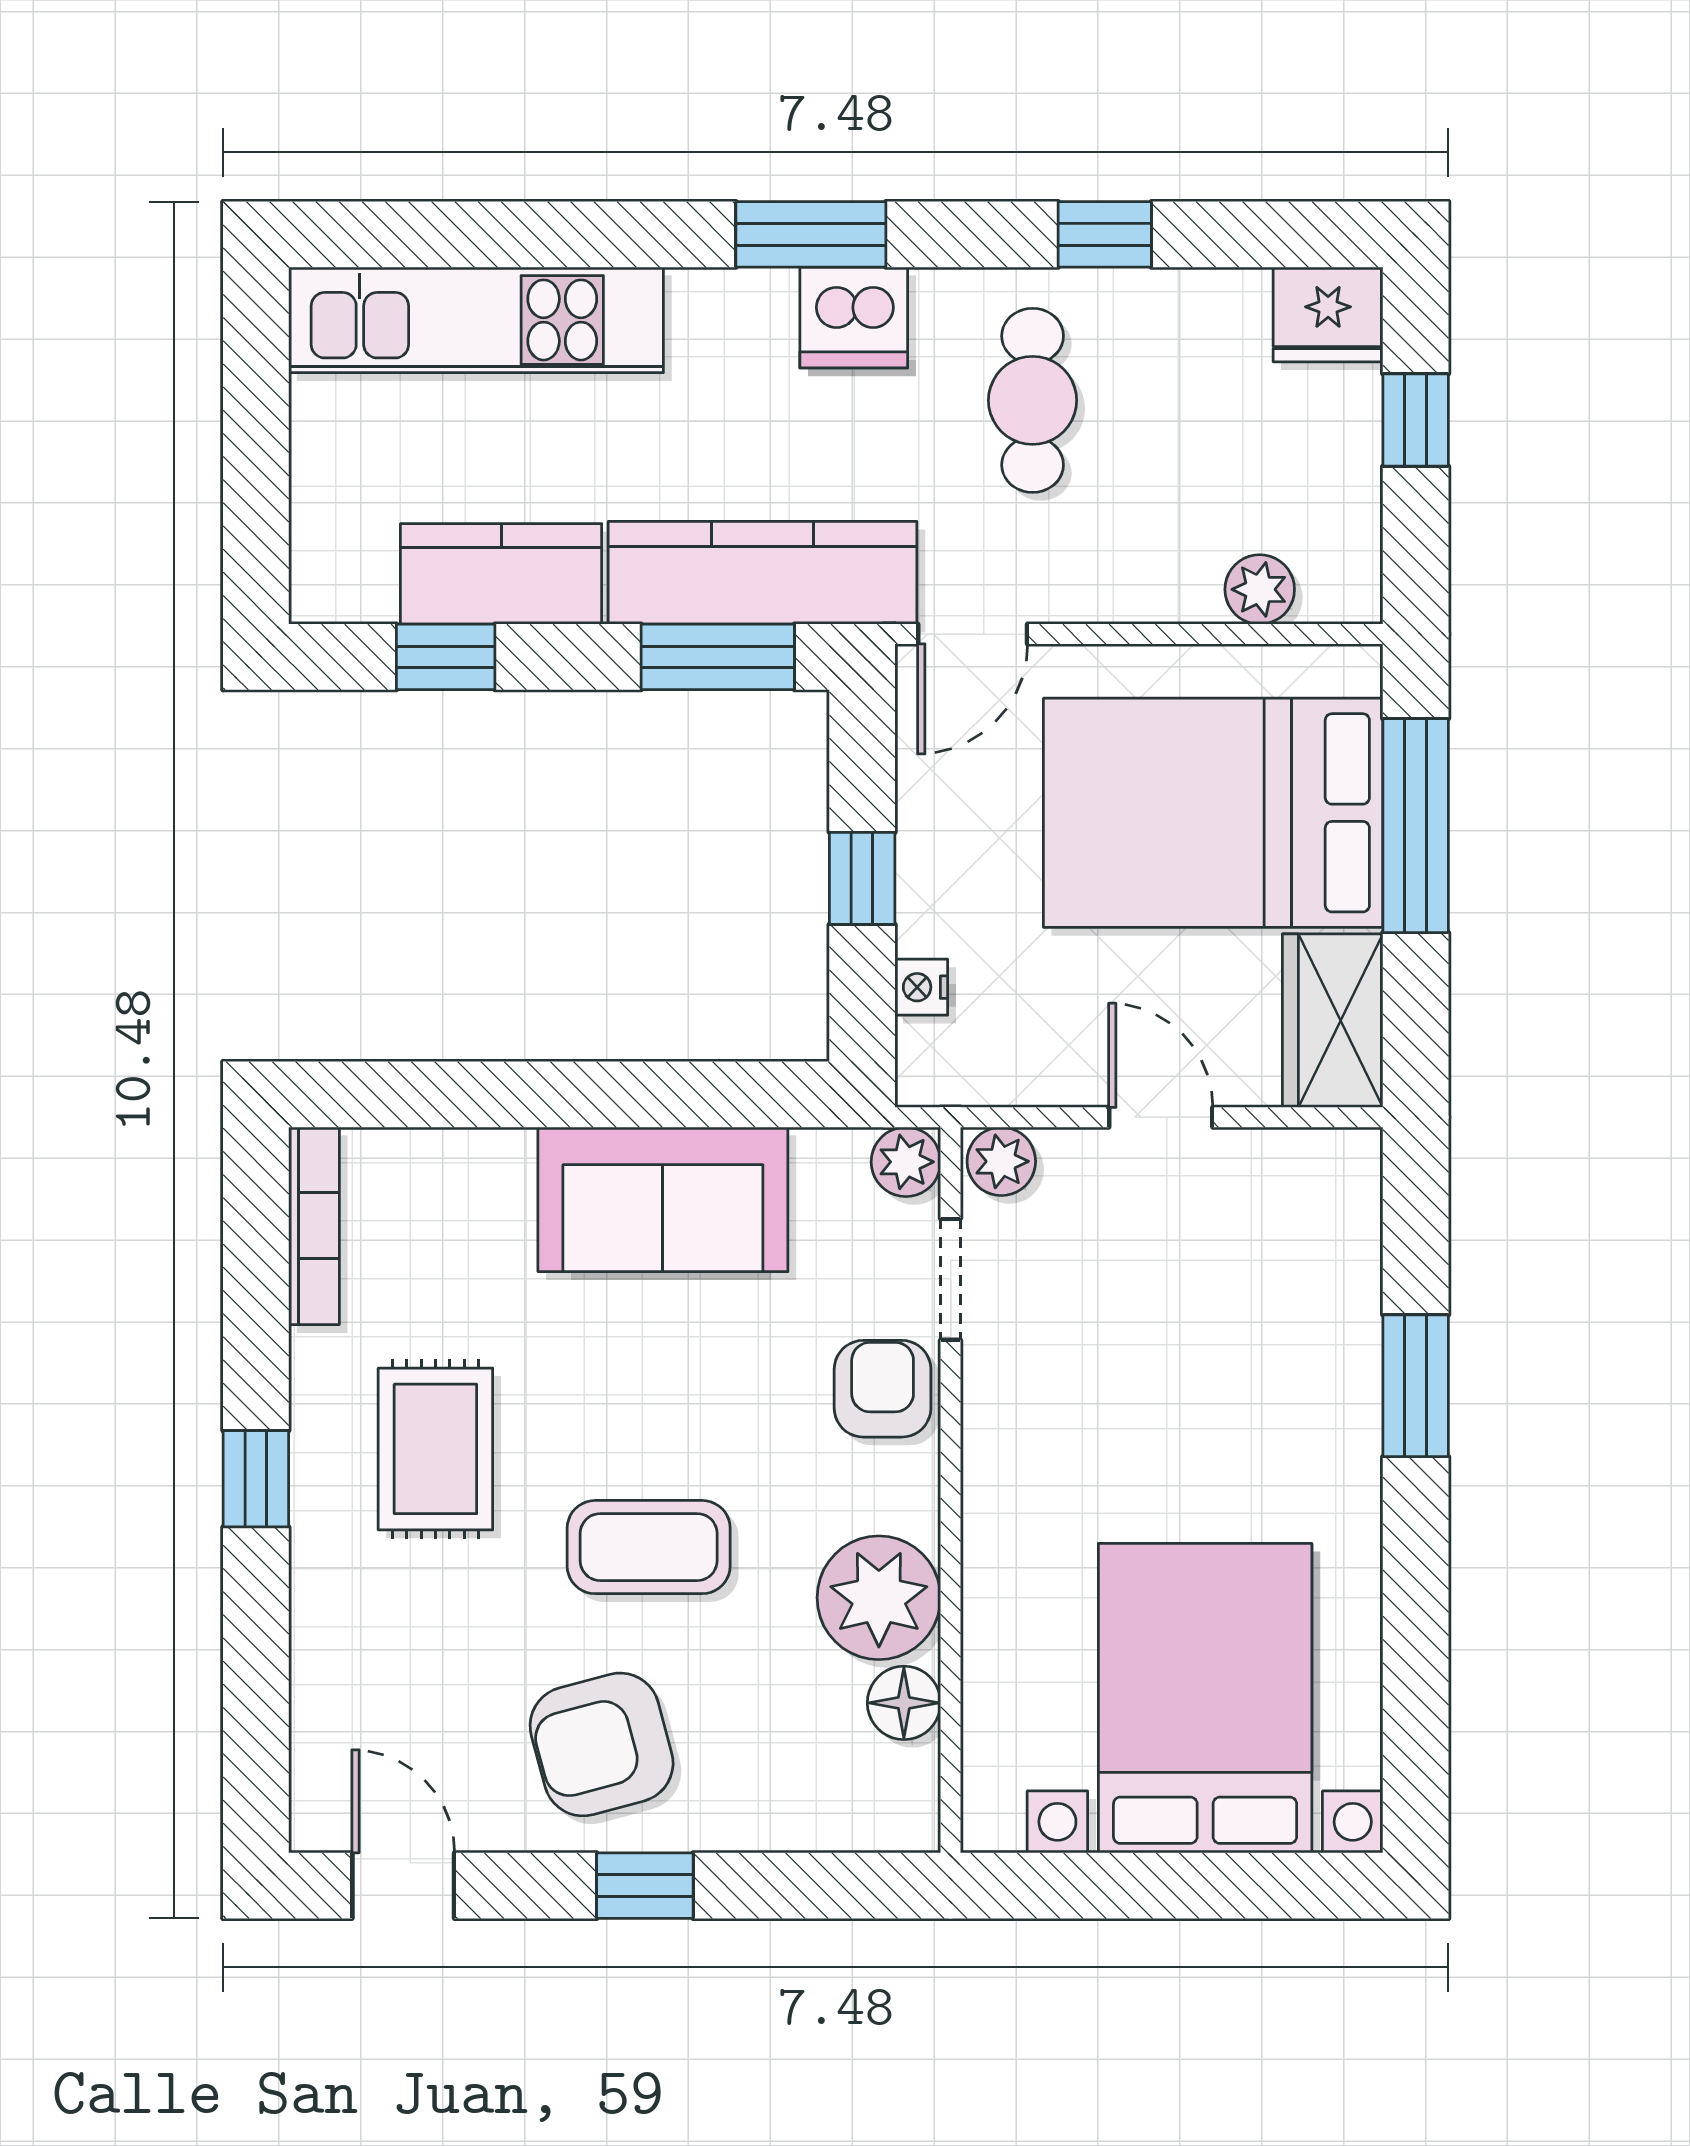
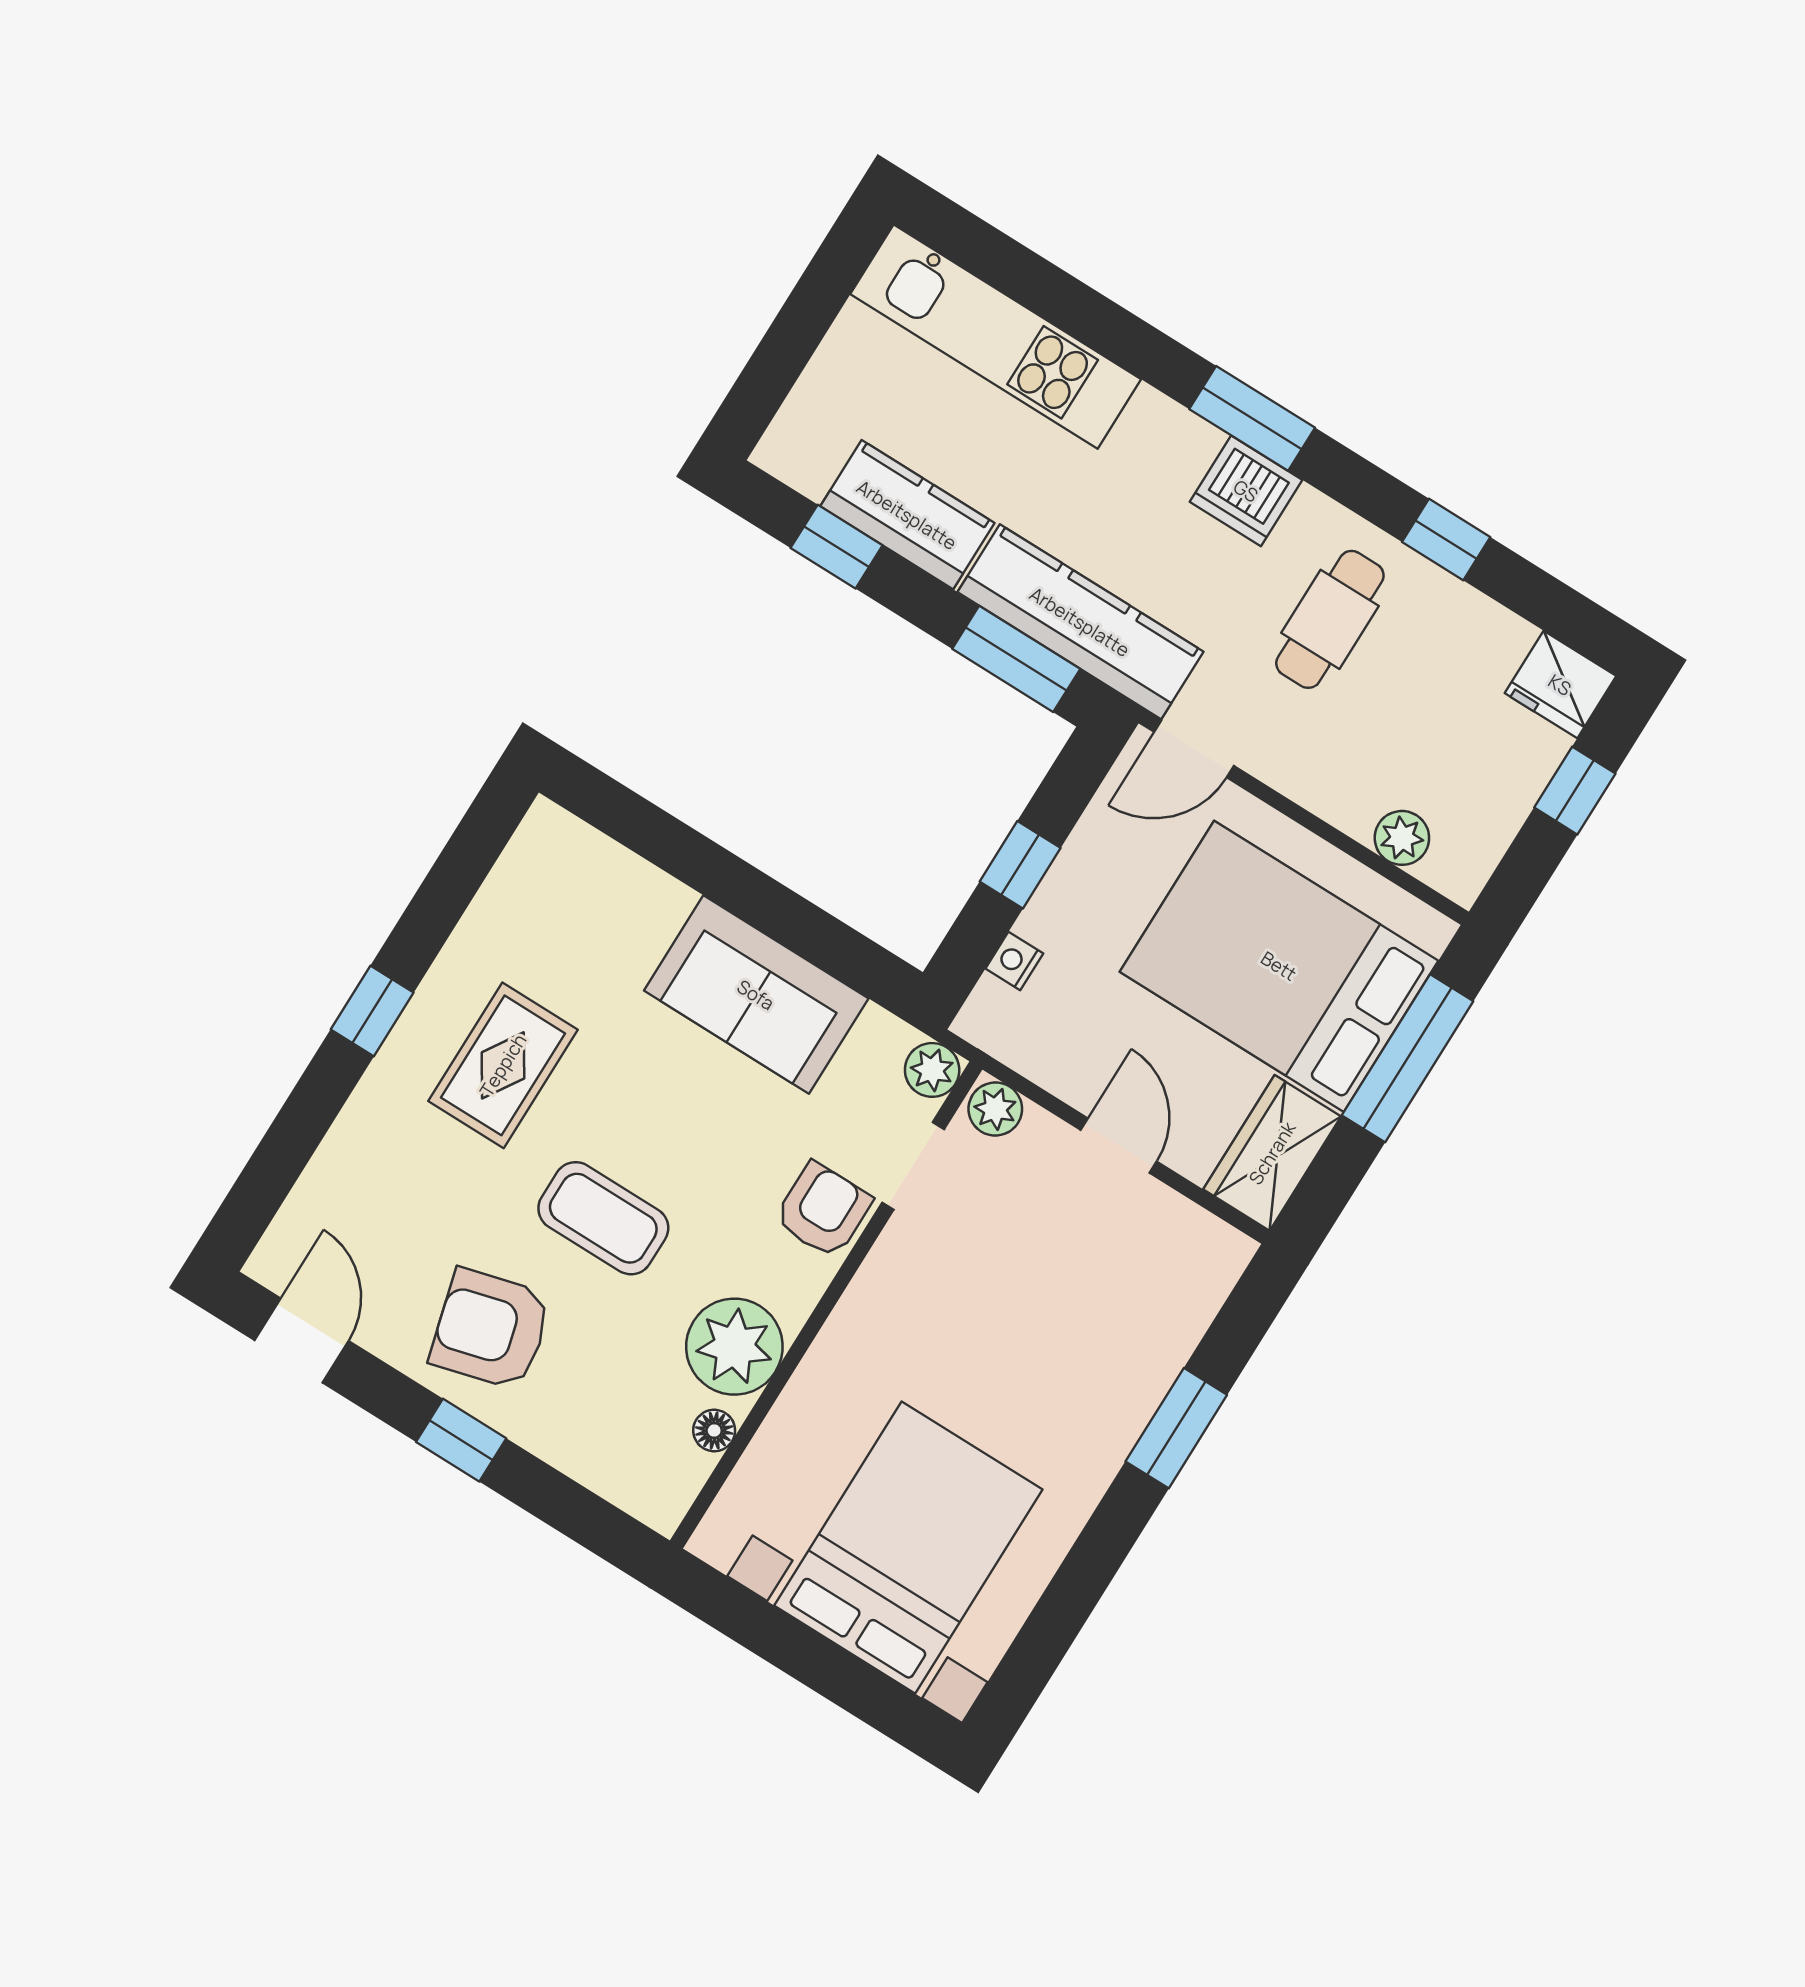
bookcase: (314, 1226) -> (515, 868), removed
floor lamp: (904, 1703) -> (714, 1431), width x0.73, depth x0.73

